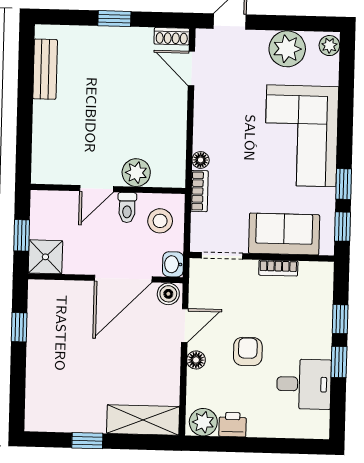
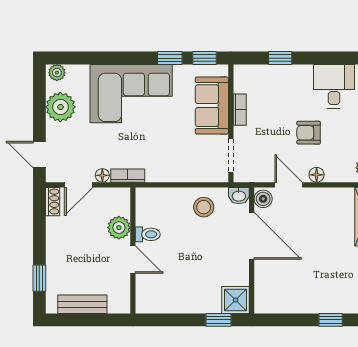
window: (114, 19) -> (39, 278), moved
floor lamp: (201, 160) -> (102, 175), moved
plant: (136, 173) -> (119, 228), moved
door: (97, 189) -> (133, 260), moved
wall: (108, 189) -> (133, 250), moved
bookcase: (199, 191) -> (128, 176), moved
toilet: (127, 208) -> (148, 234), moved
window: (19, 327) -> (331, 320), moved
window: (339, 362) -> (315, 58), removed

